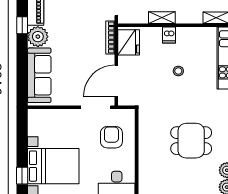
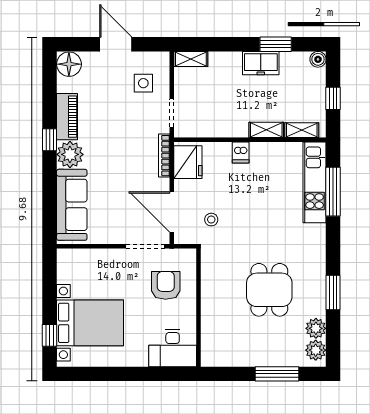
shelving: (162, 18) -> (266, 130), moved
stool: (178, 71) -> (211, 220), moved
door: (116, 81) -> (172, 212), hinge flipped
dining table: (191, 141) -> (269, 290), turned 90

